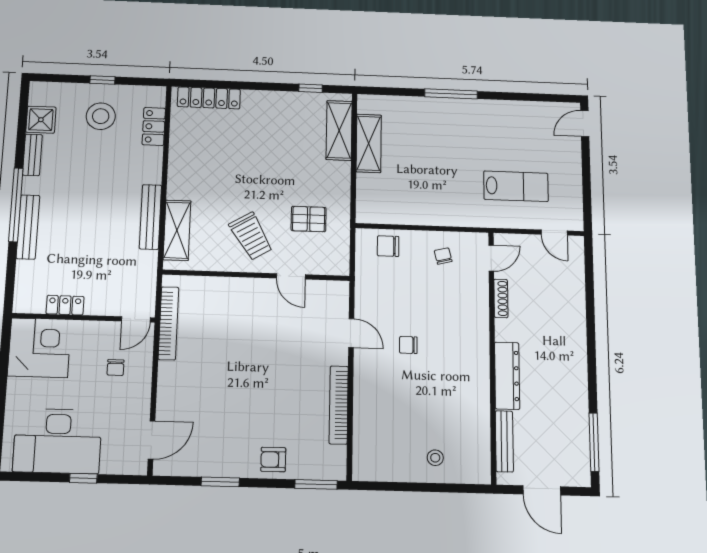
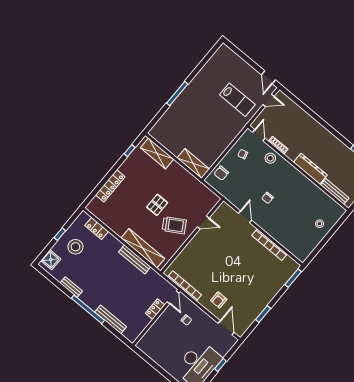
locker: (209, 98) -> (110, 186), moved
shower: (41, 120) -> (51, 260), moved
door: (585, 124) -> (268, 77), moved
shelving: (369, 143) -> (193, 163), moved
lab bench: (516, 186) -> (237, 100), turned 90
pallet: (309, 219) -> (157, 205), moved
bench: (28, 227) -> (111, 319), moved
shelving: (177, 230) -> (143, 248), width x1.47
stool: (472, 302) -> (270, 158), added
locker: (65, 305) -> (155, 309), moved
door: (351, 333) -> (245, 217), hinge flipped
corner desk: (39, 348) -> (155, 344), removed
armchair: (273, 460) -> (219, 300), moved

